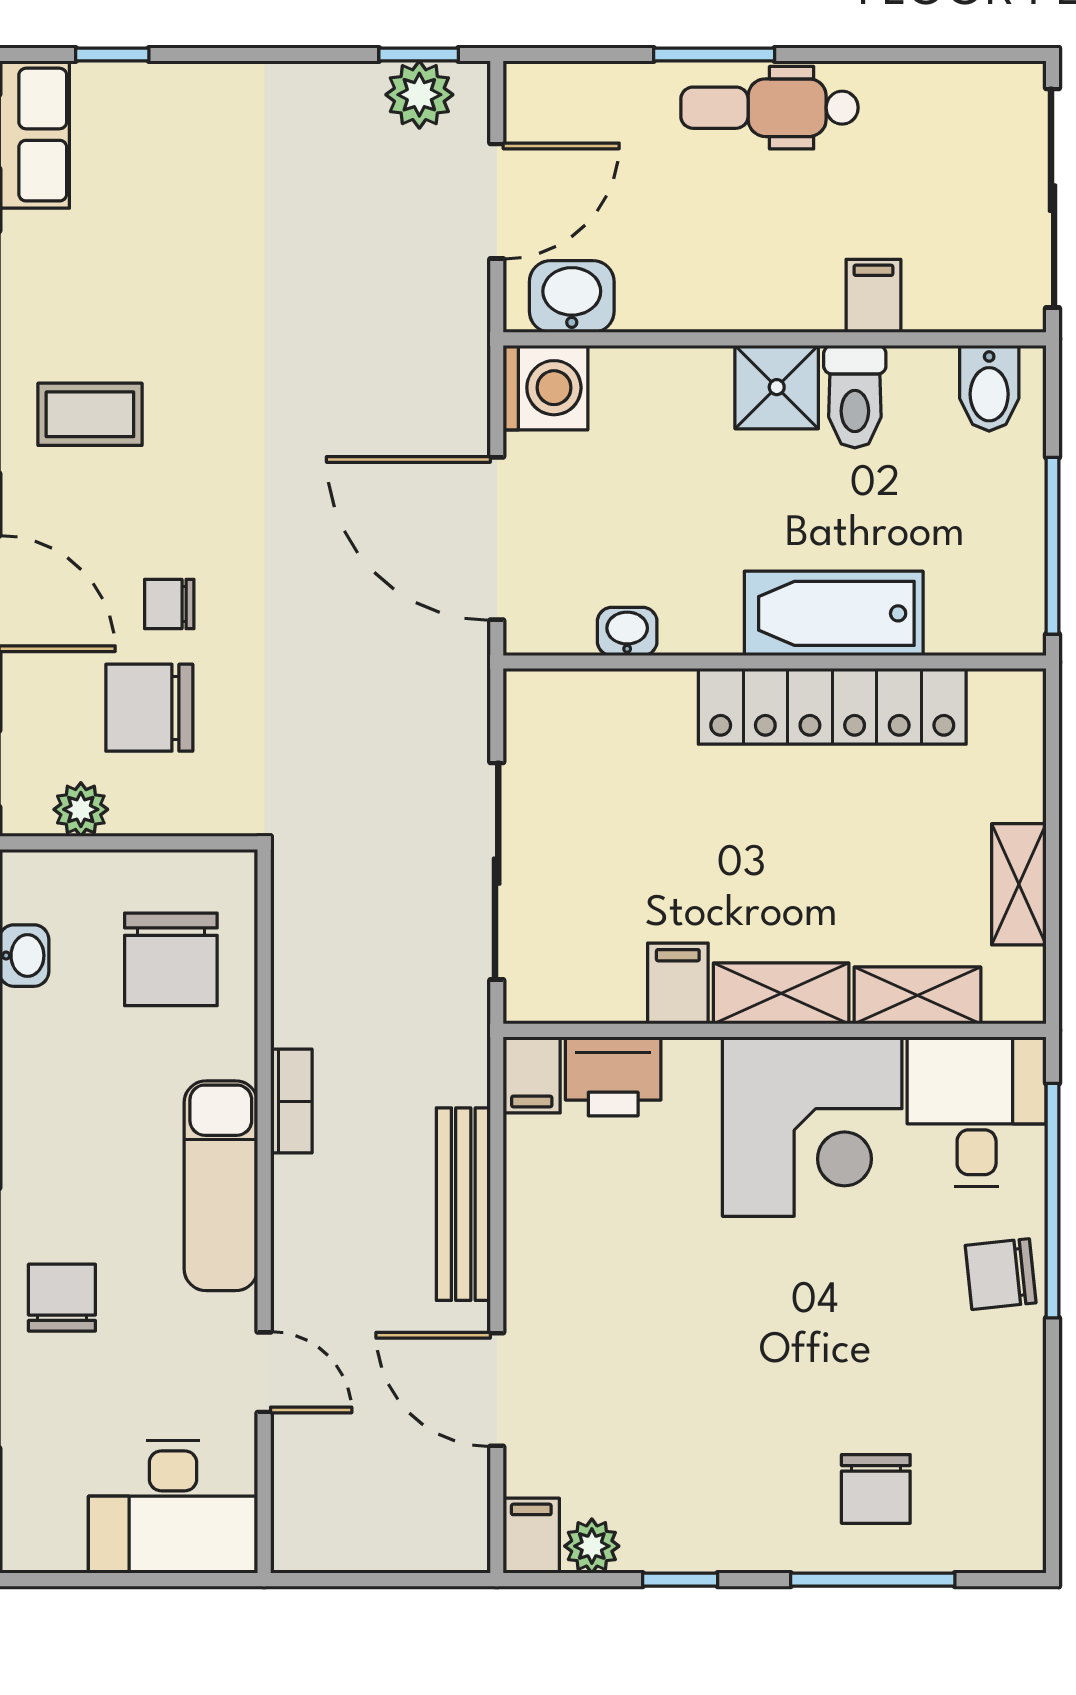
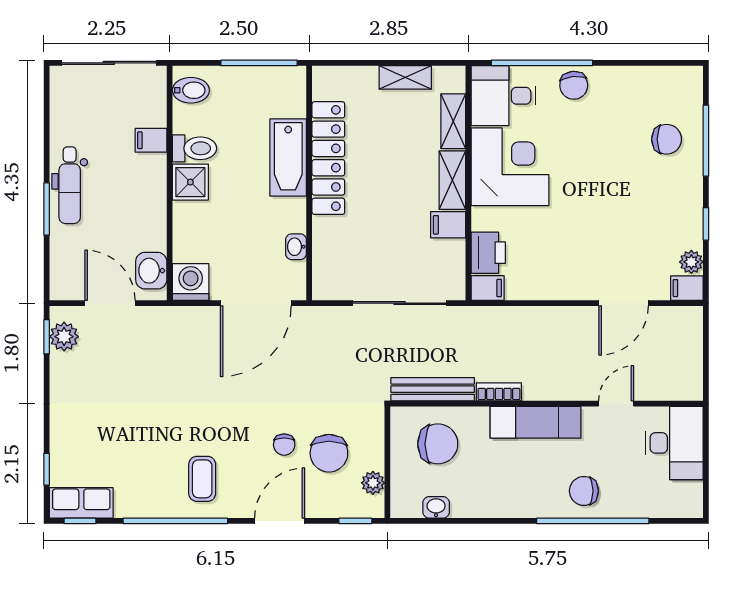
bench: (463, 1204) -> (433, 389), moved

